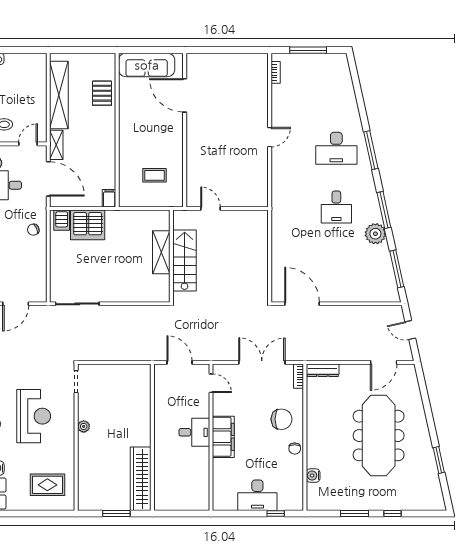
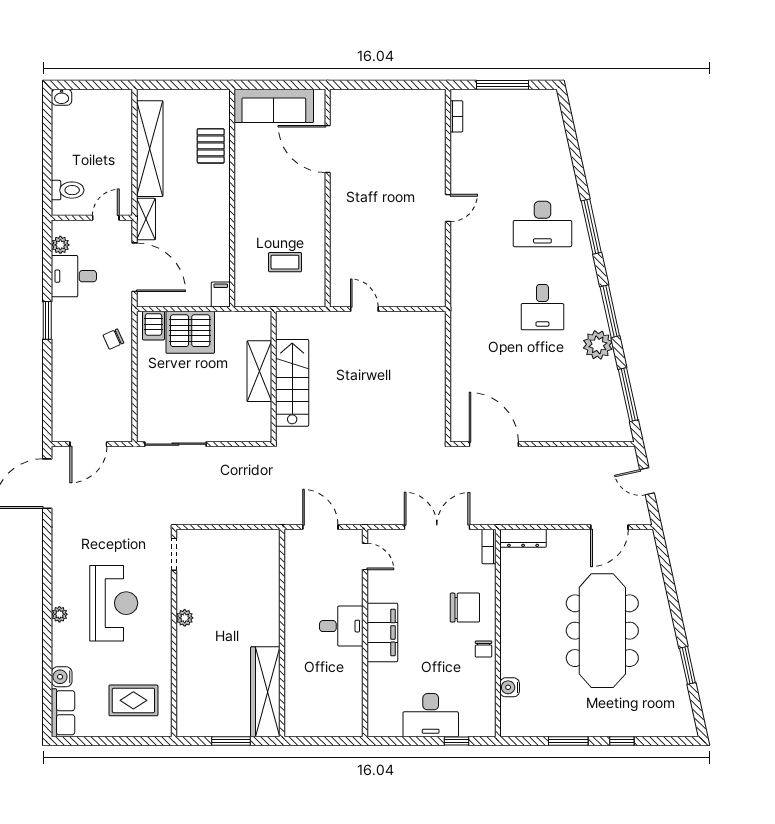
shelving: (161, 252) -> (259, 371), moved
wall: (171, 256) -> (274, 377), moved
stairs: (185, 260) -> (292, 383), moved

